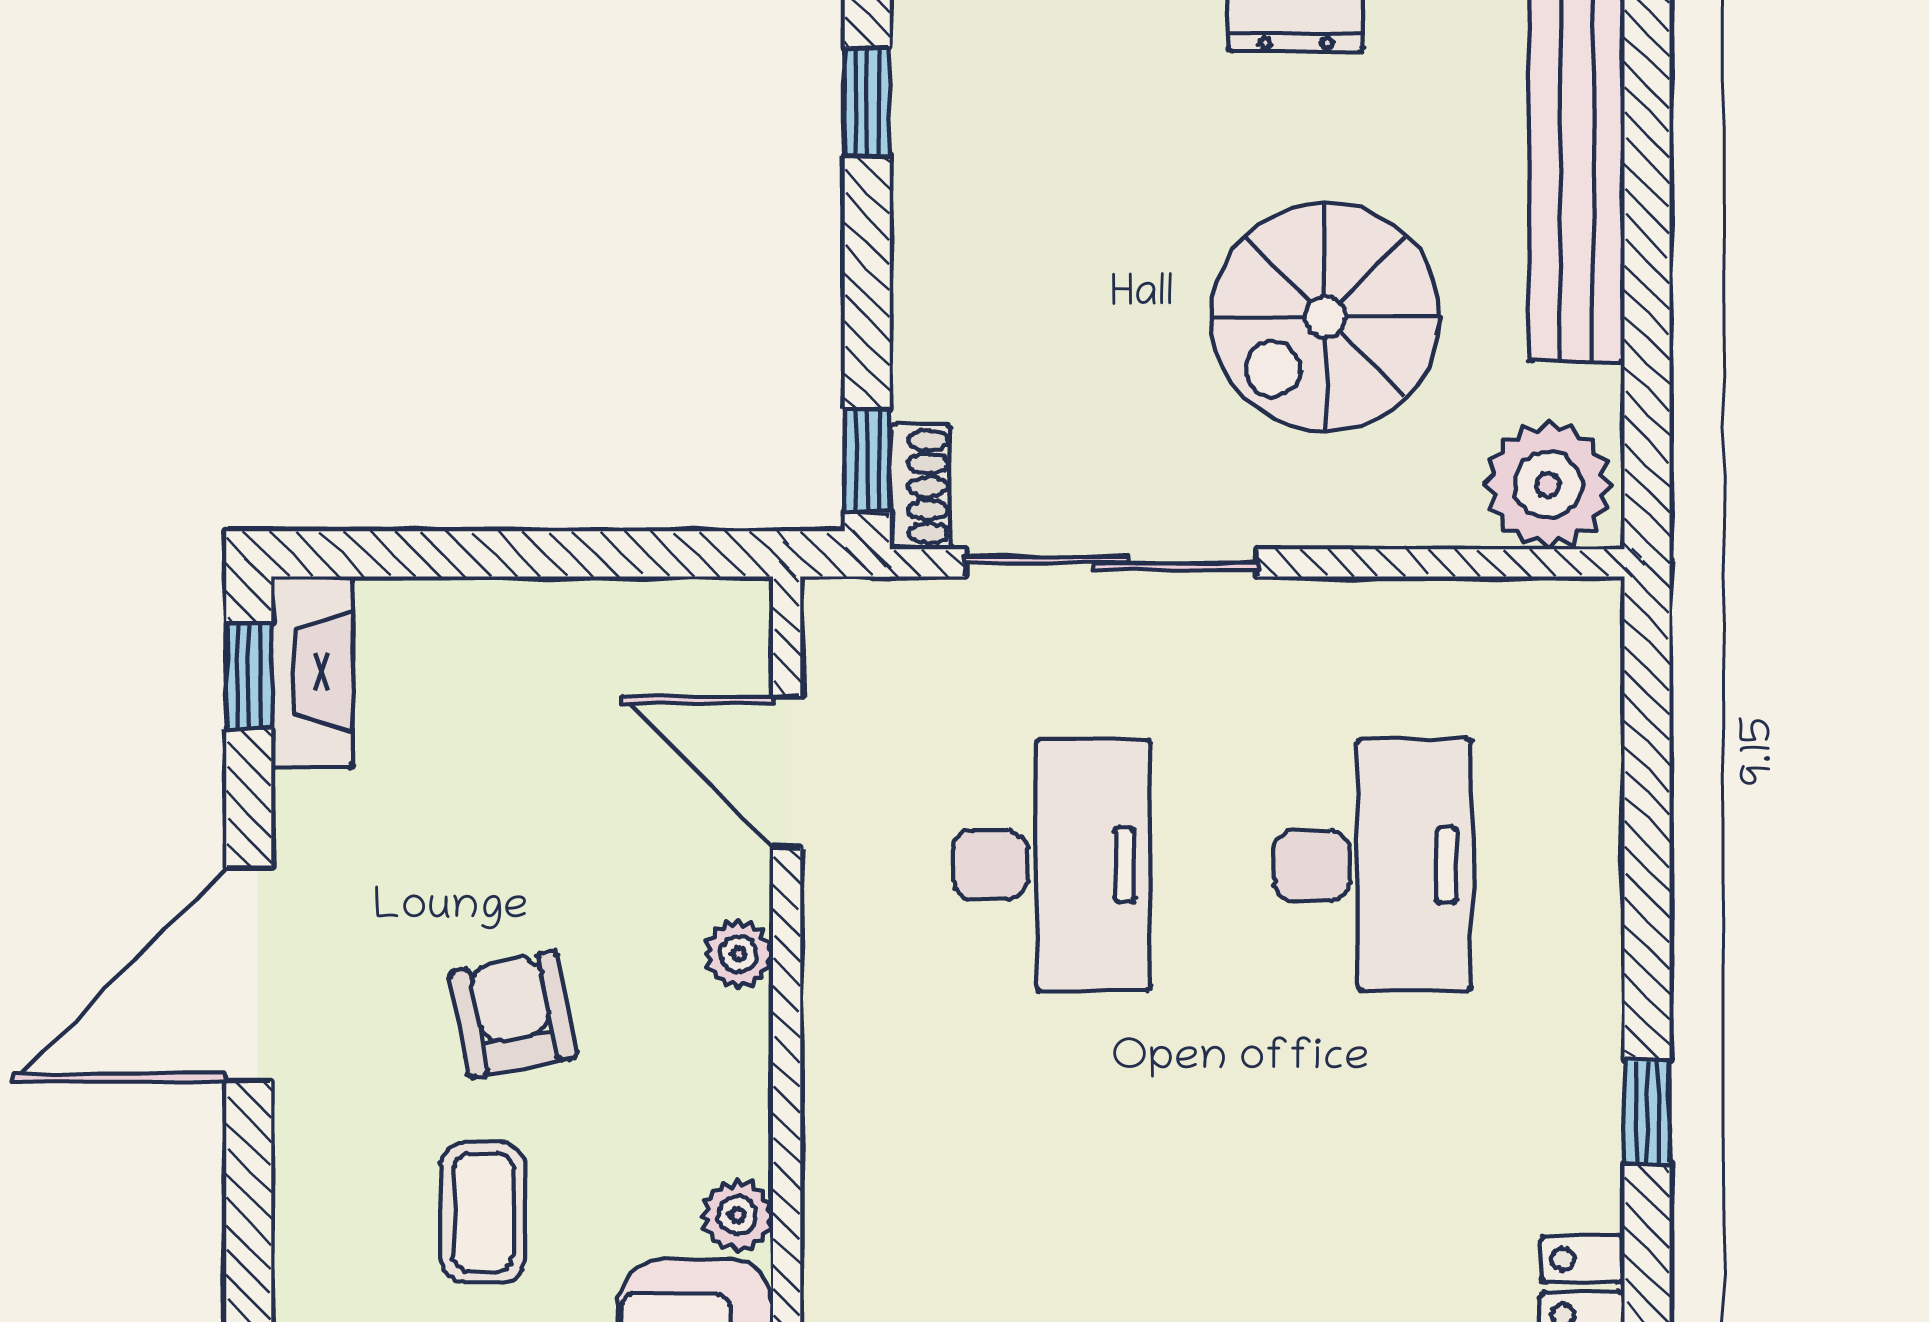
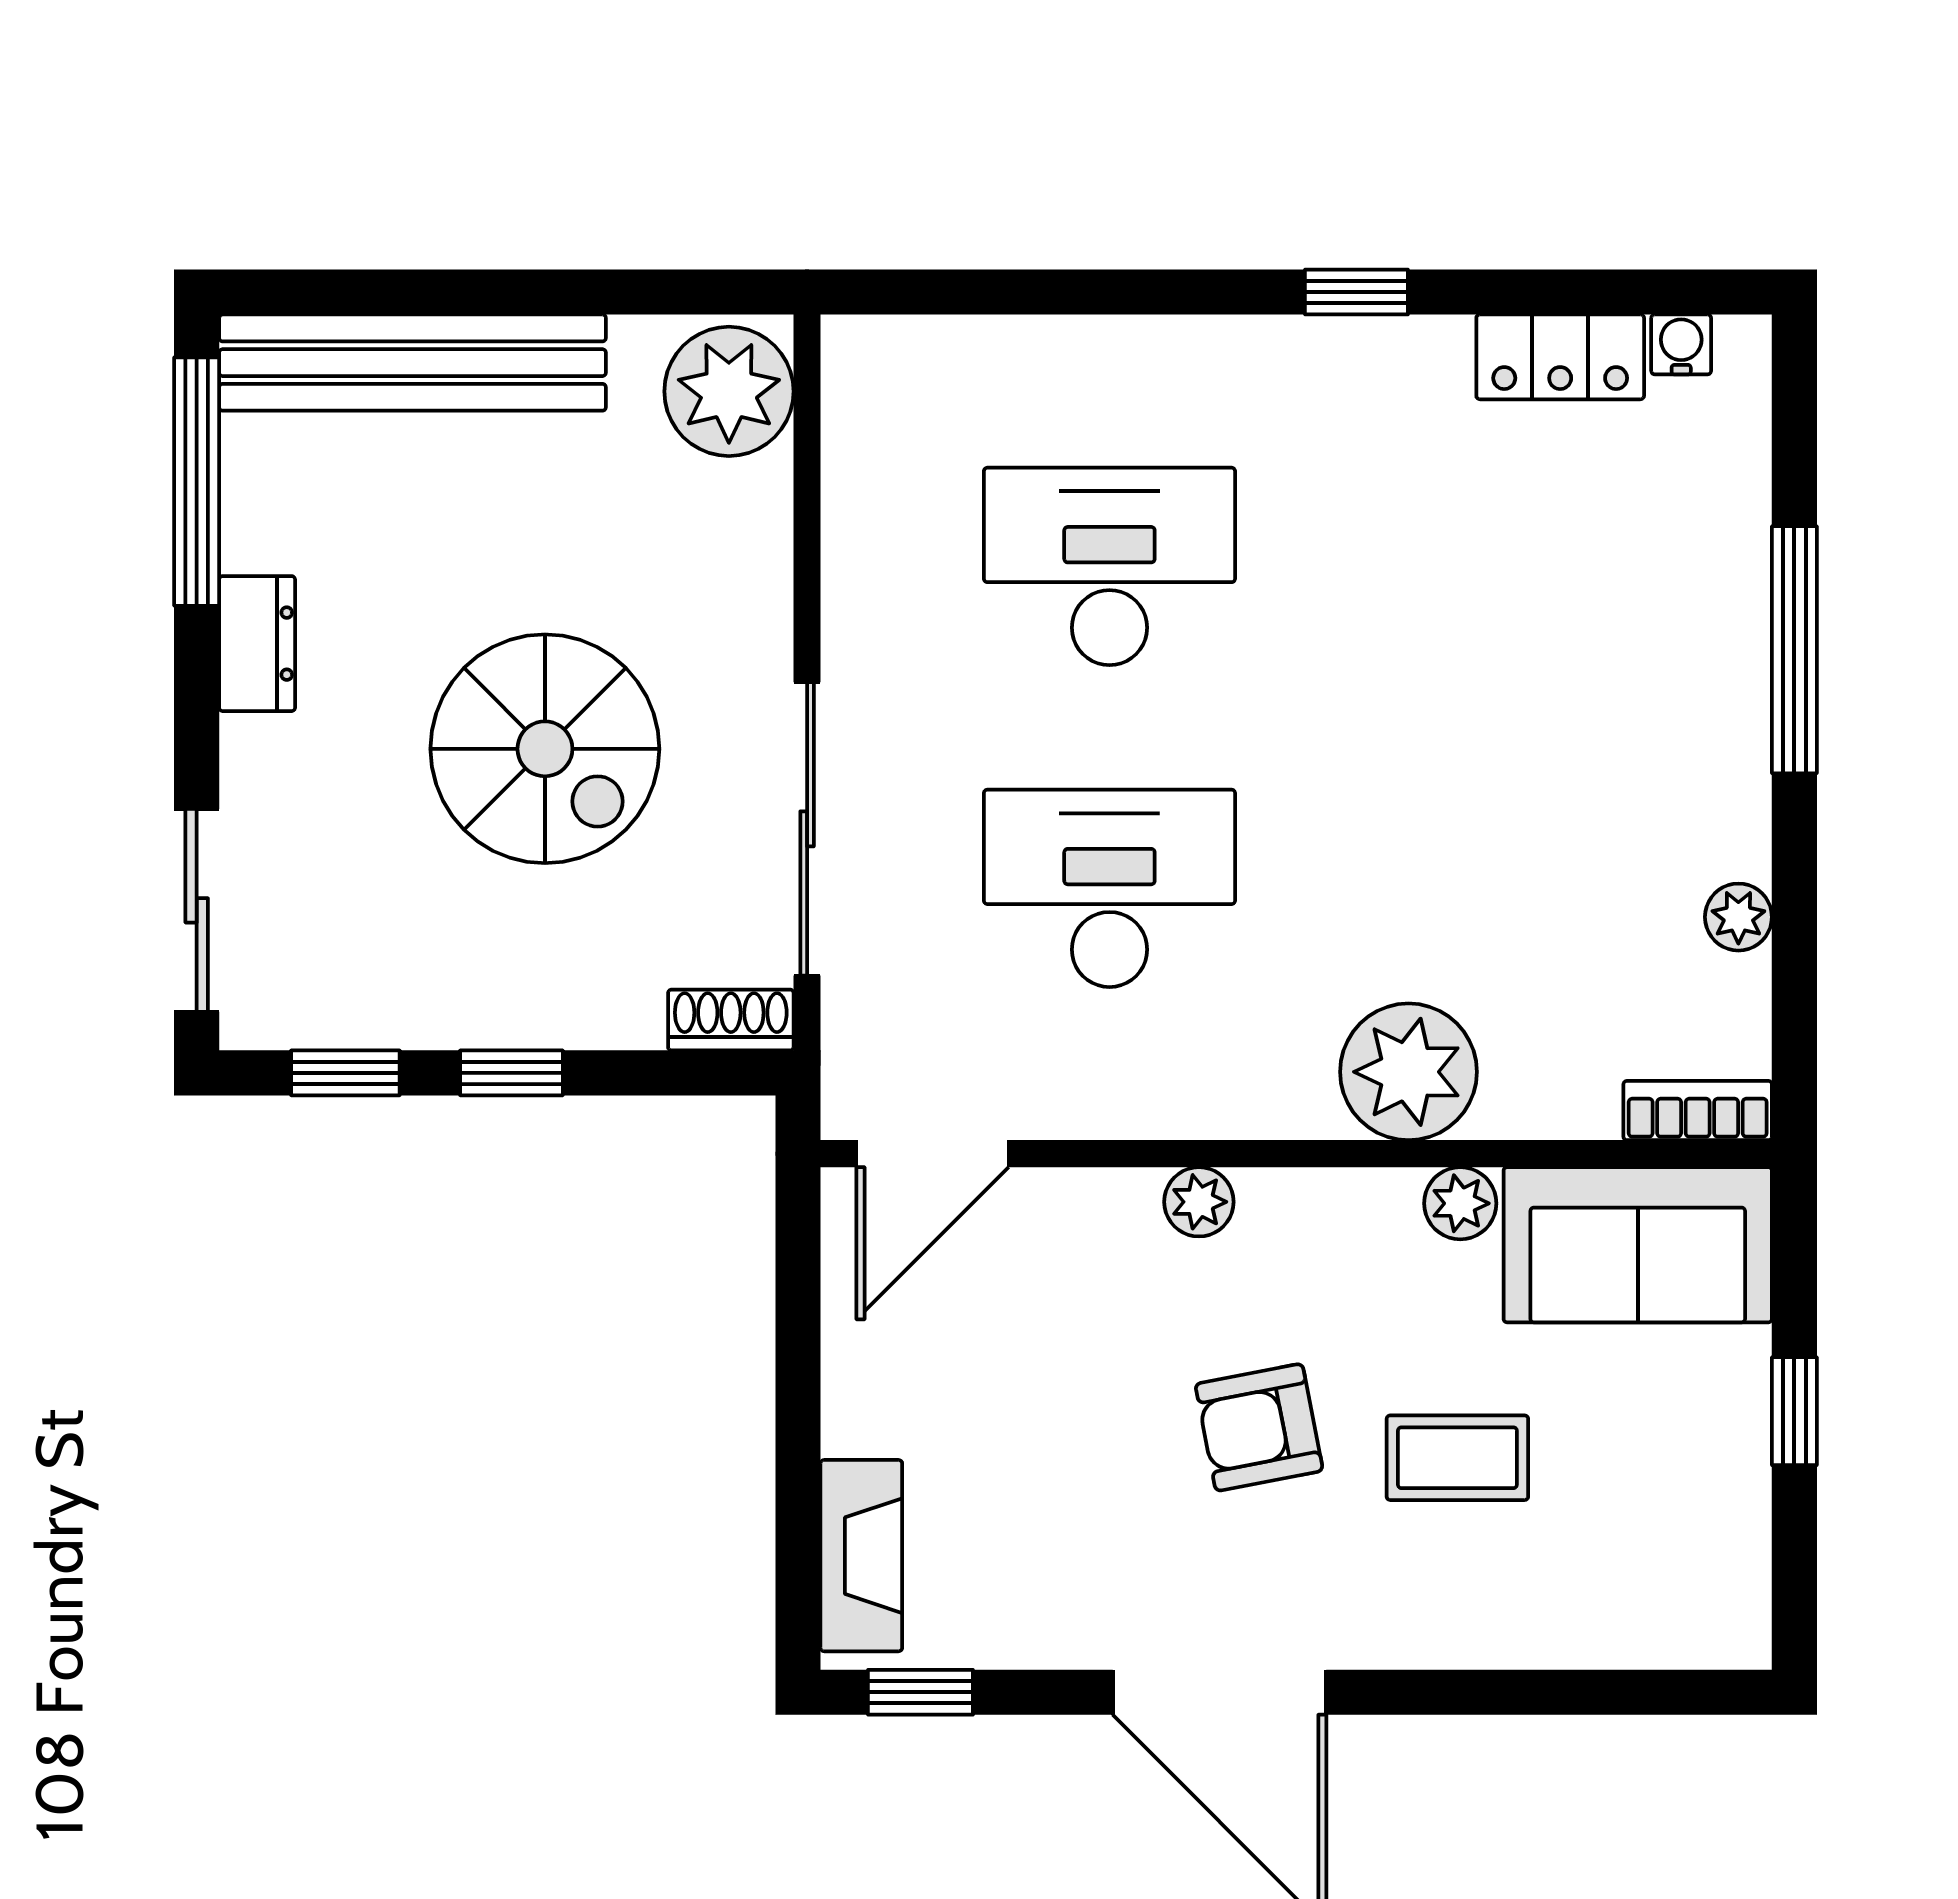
spiral stairs: (1325, 317) -> (545, 749), moved
window: (867, 461) -> (511, 1073), moved
fireplace: (312, 672) -> (861, 1556), moved, turned 90
door: (787, 772) -> (933, 1154), moved
plant: (868, 1164) -> (1409, 1072), added

